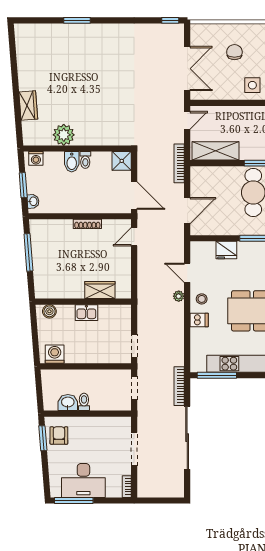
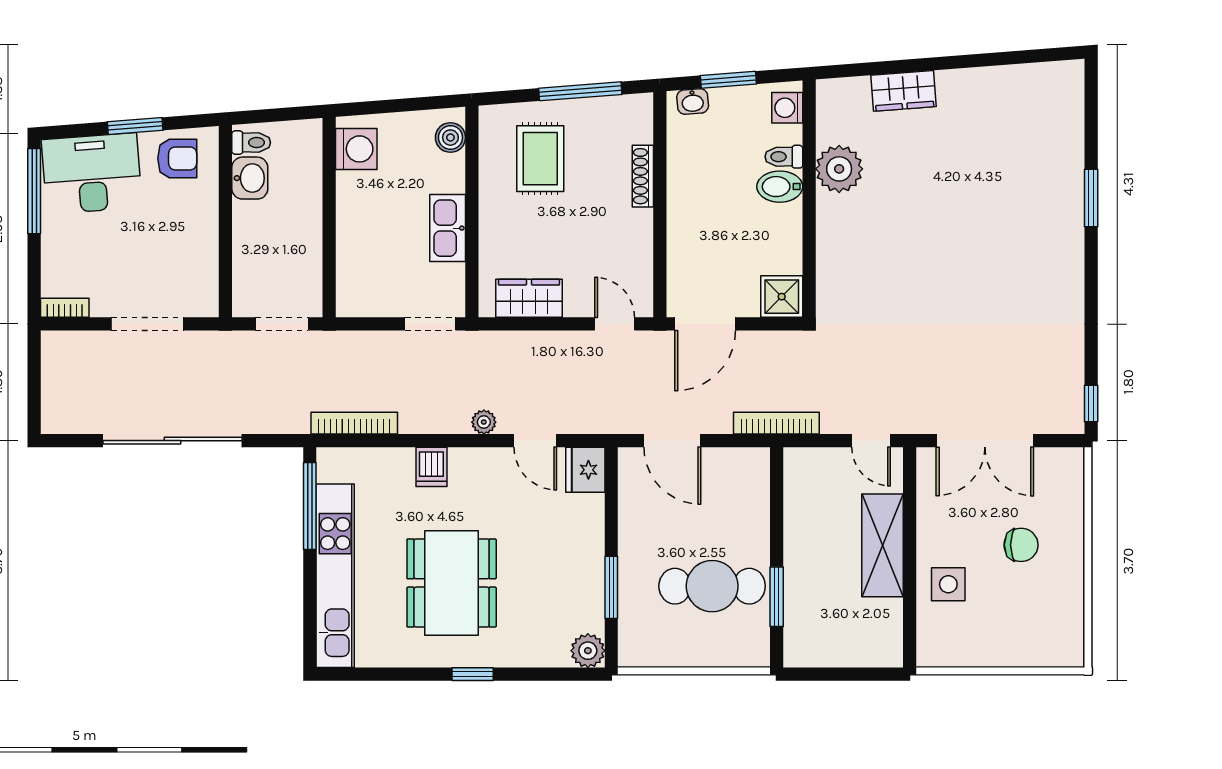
shelving: (216, 151) -> (882, 545), moved
toilet: (85, 160) -> (784, 157), moved
shoe rack: (87, 224) -> (643, 176), moved
fridge: (226, 250) -> (585, 470), moved
rug: (59, 271) -> (540, 159), added
door: (187, 273) -> (535, 441), swing flipped
wardrobe: (100, 290) -> (529, 298), moved, turned -90
stool: (202, 299) -> (478, 473), removed
kitchen sink: (86, 313) -> (448, 228), width x1.38
doorway: (134, 346) -> (430, 324), moved
bookcase: (179, 386) -> (354, 423), moved
toilet: (84, 402) -> (251, 143), moved
window: (43, 438) -> (135, 126), moved
desk: (83, 480) -> (92, 173), moved, turned 86

